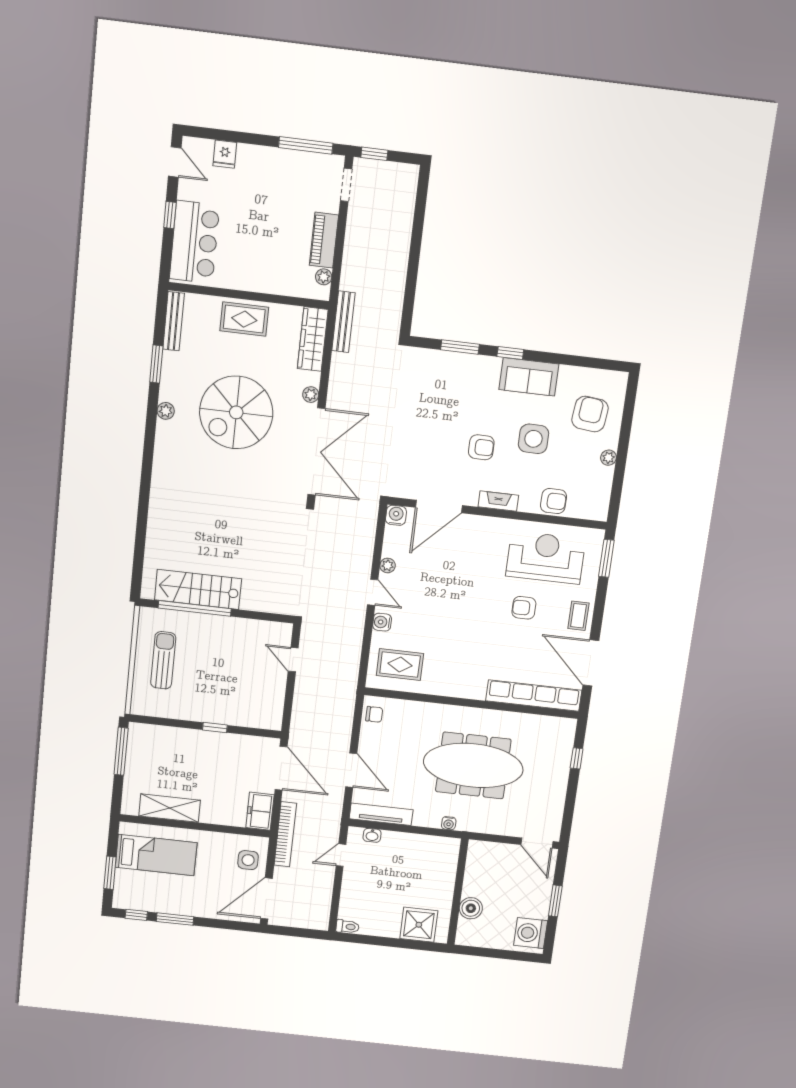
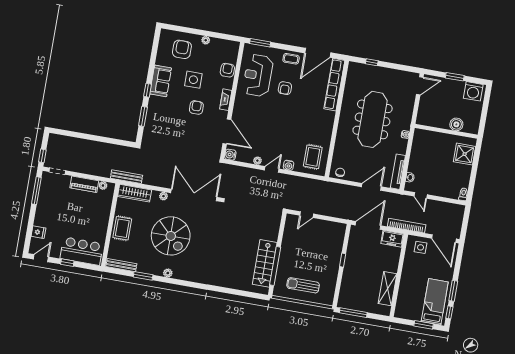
armchair: (590, 414) -> (182, 49), turned 84
bed: (156, 855) -> (435, 302), moved

